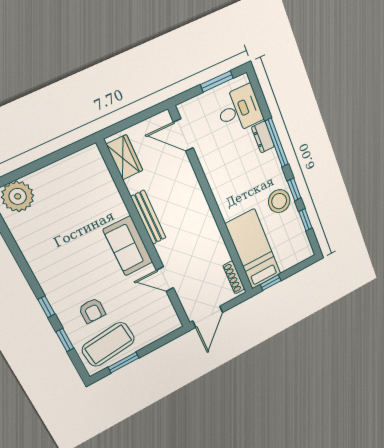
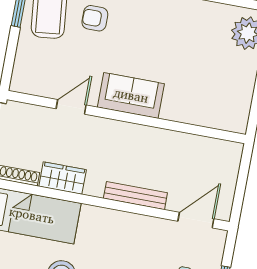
wardrobe: (124, 157) -> (63, 178), moved, turned 180
bench: (148, 217) -> (135, 196), moved

